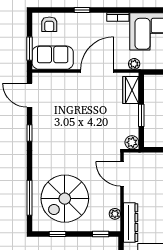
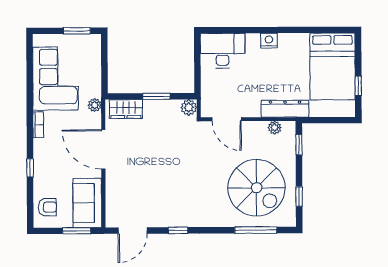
door: (122, 174) -> (227, 119), hinge flipped

